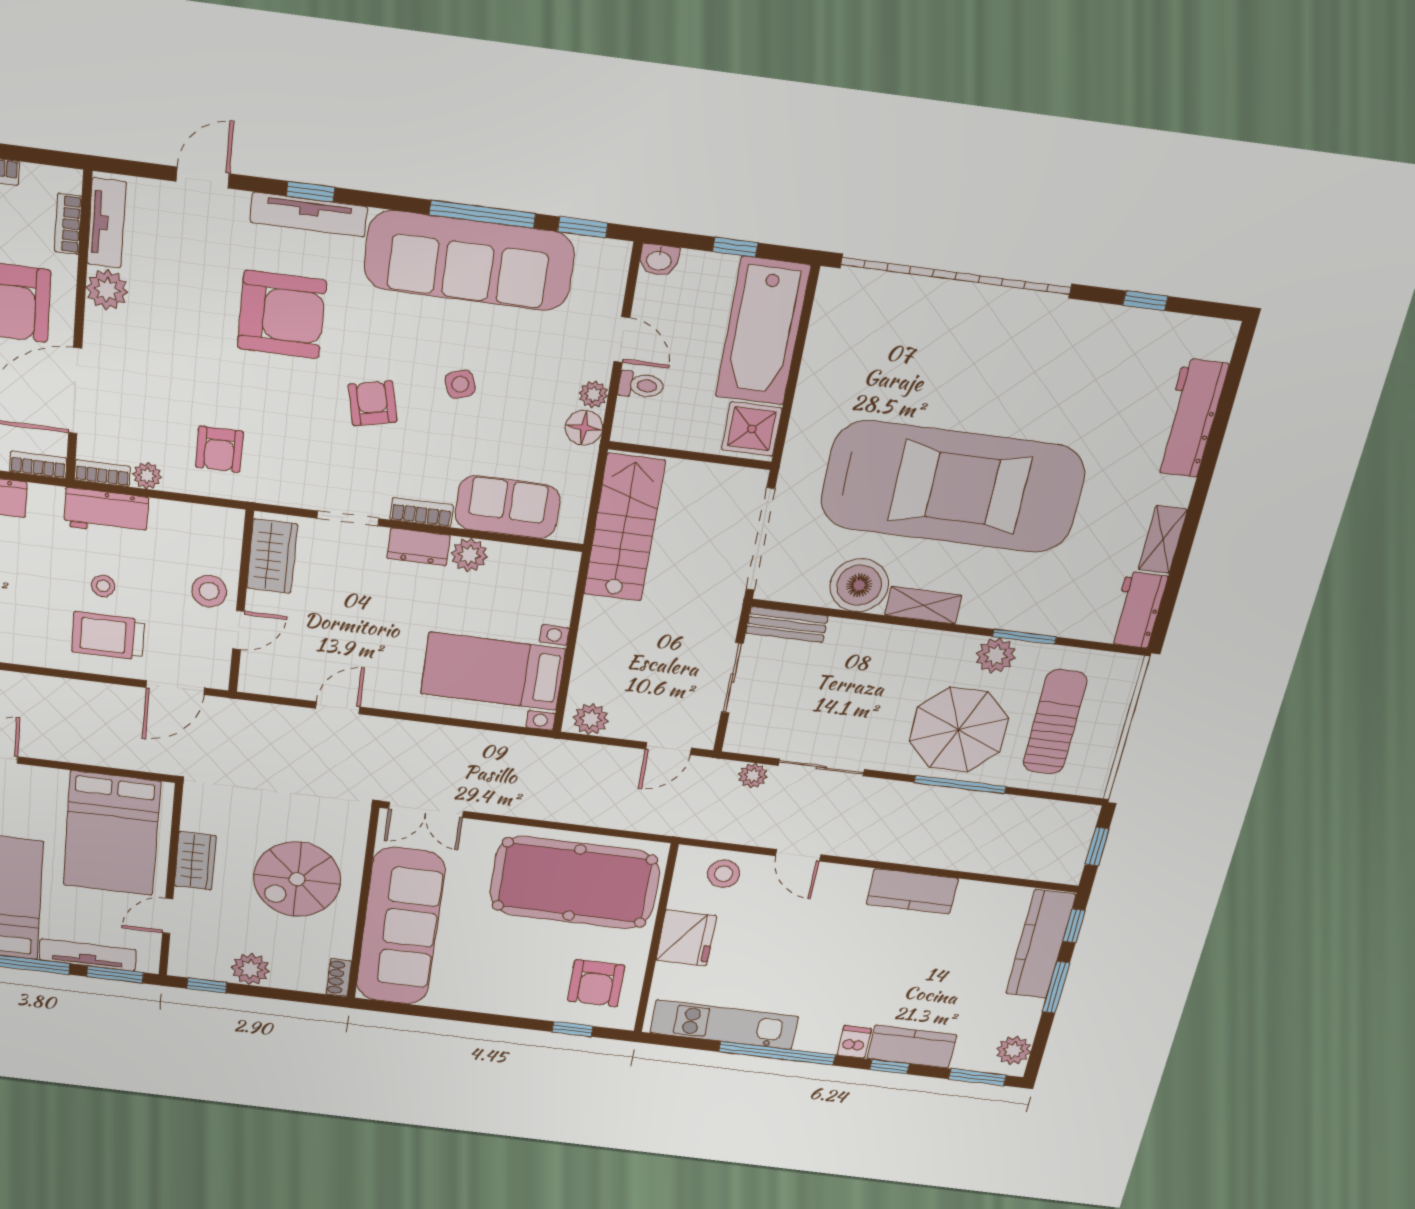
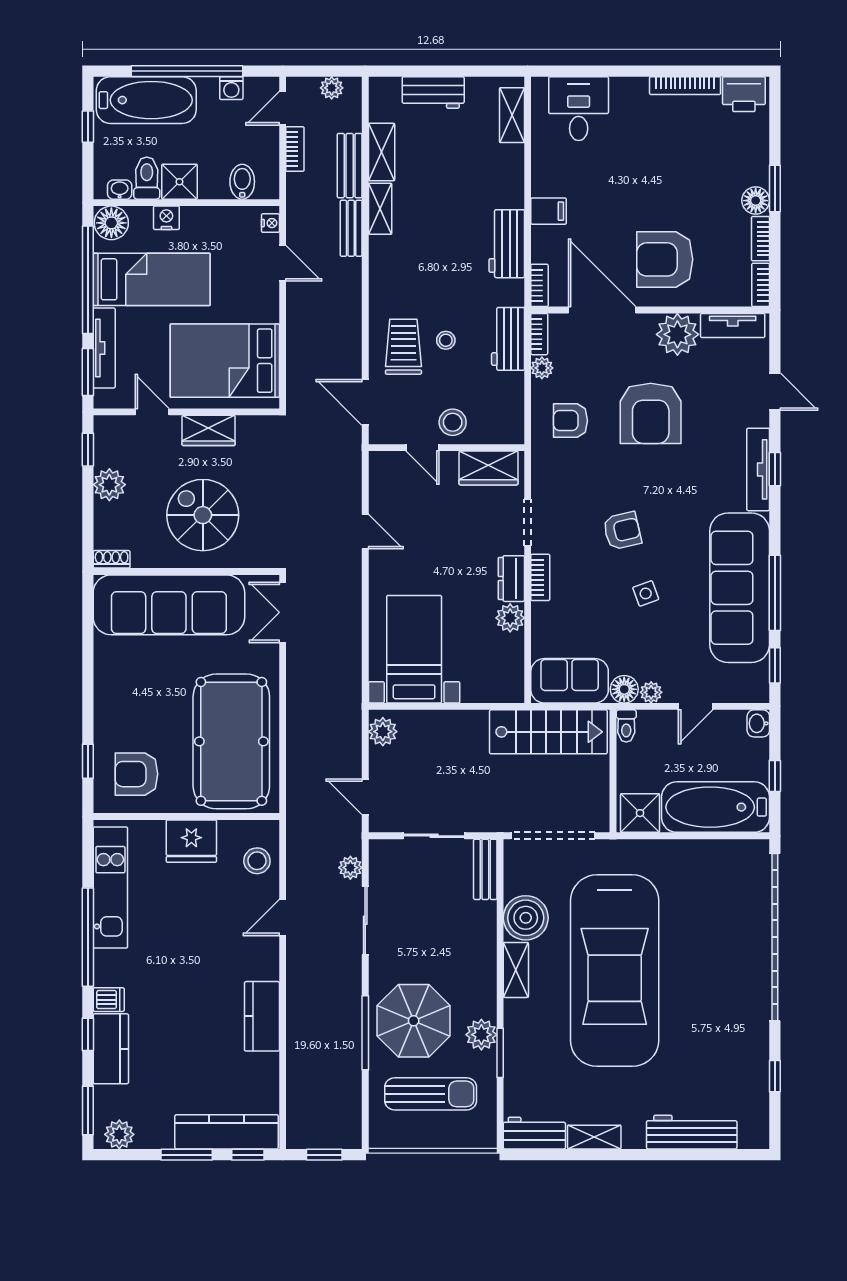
bookcase: (68, 224) -> (761, 285), moved, turned -90
plant: (107, 290) -> (677, 334), width x1.36, depth x1.36
armchair: (282, 315) -> (651, 413), moved
toilet: (641, 385) -> (626, 726), moved
sofa: (507, 507) -> (570, 681), moved, turned -90

